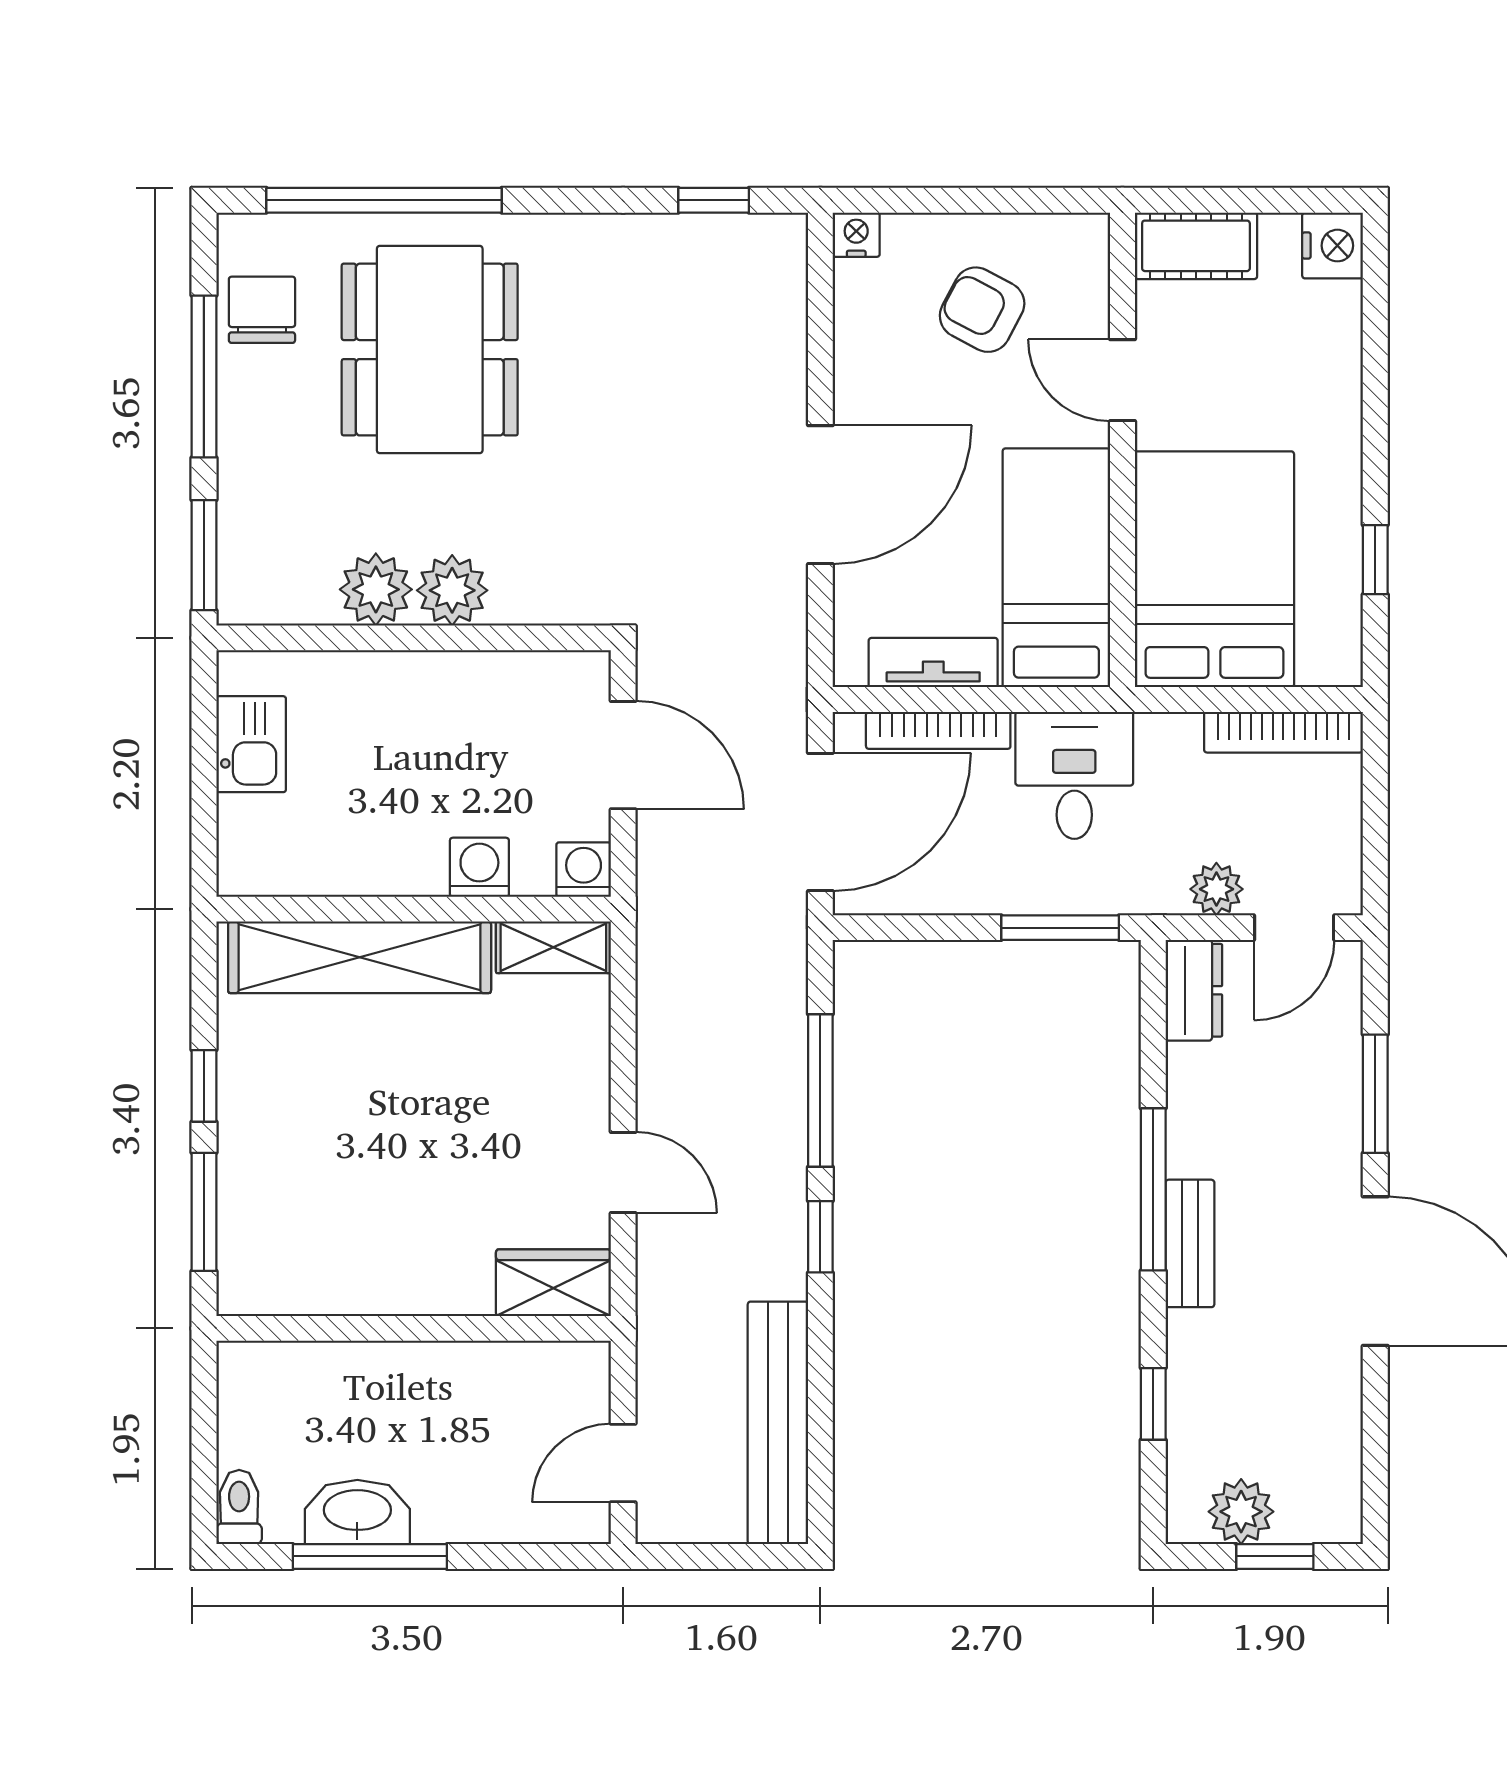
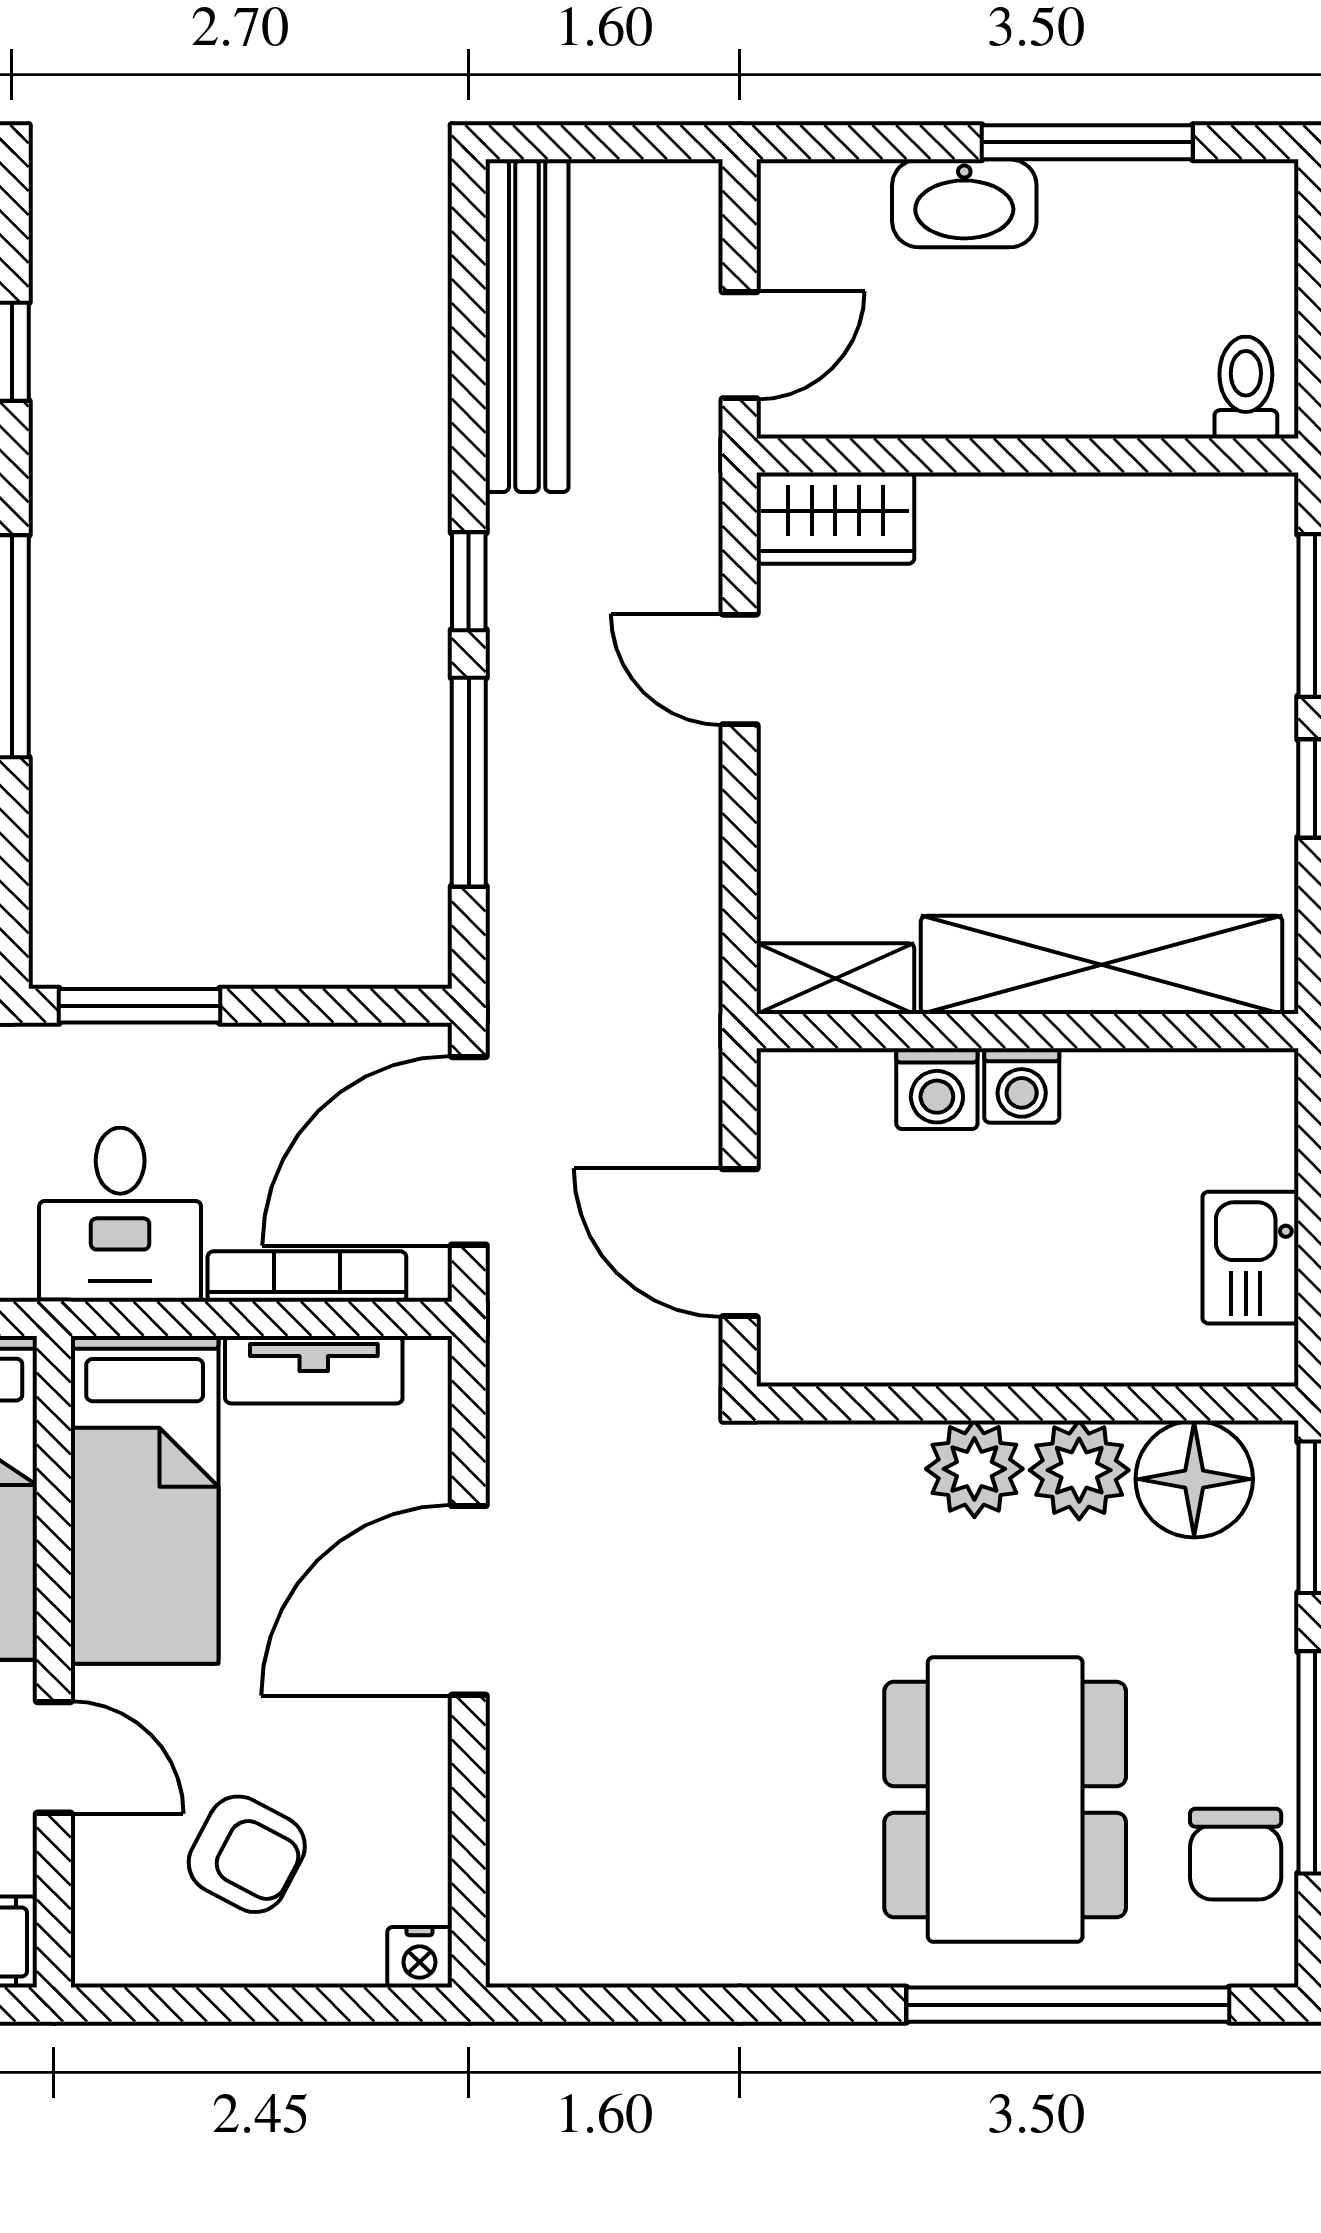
window: (714, 200) -> (615, 2005), removed
floor lamp: (292, 583) -> (1194, 1479), added
washing machine: (584, 870) -> (1022, 1085), moved
door: (623, 1463) -> (740, 345), moved
toilet: (239, 1507) -> (1246, 388), moved, turned 180
washbasin: (357, 1512) -> (964, 203), moved

